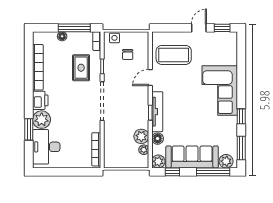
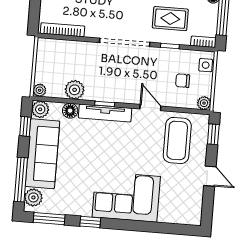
window: (222, 28) -> (213, 134), moved
plant: (144, 37) -> (204, 103), added
plant: (144, 150) -> (40, 90), moved

